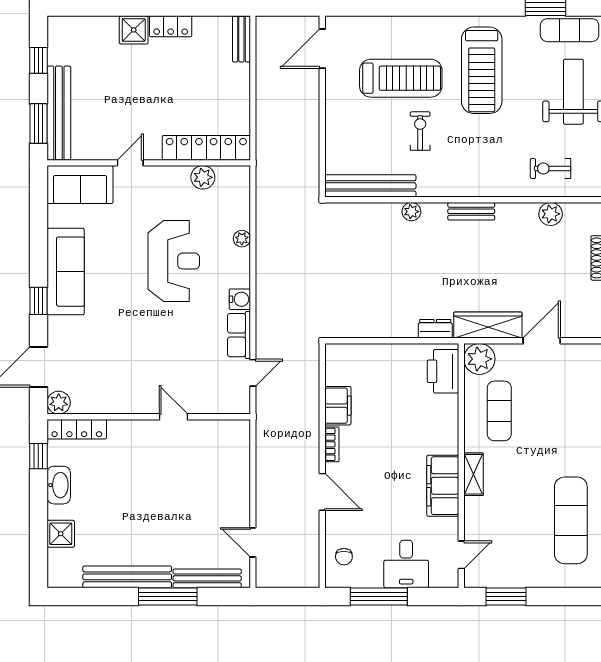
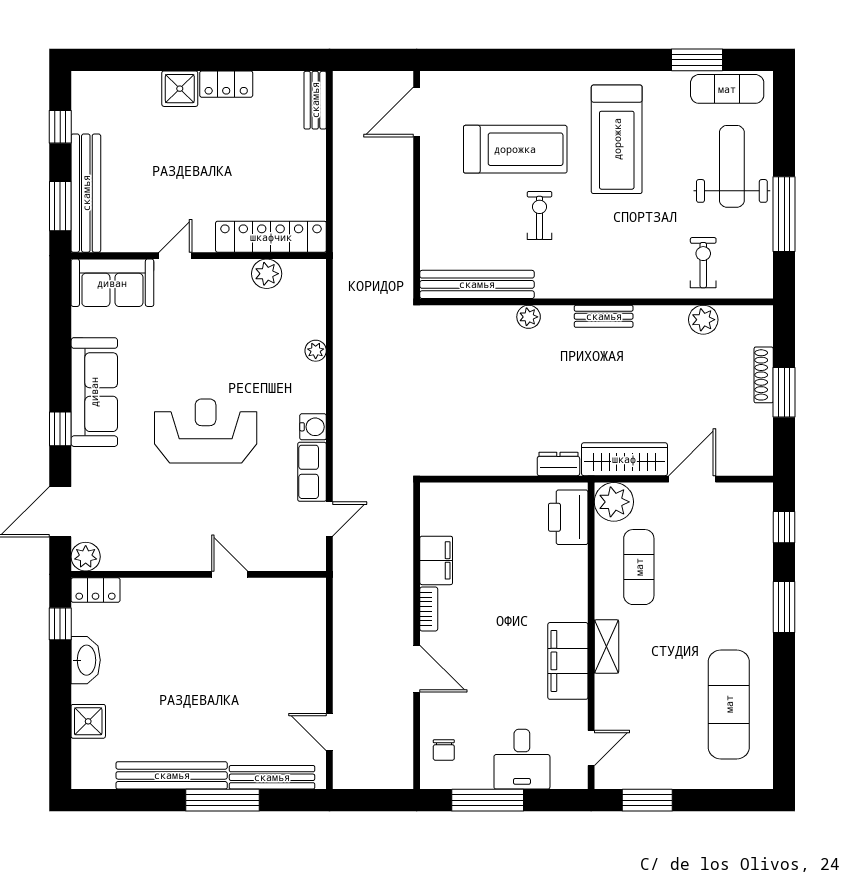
exercise bike: (551, 168) -> (703, 263), turned 90
reception desk: (174, 261) -> (206, 431), moved, turned -90
locker: (77, 429) -> (95, 590), width x0.66

